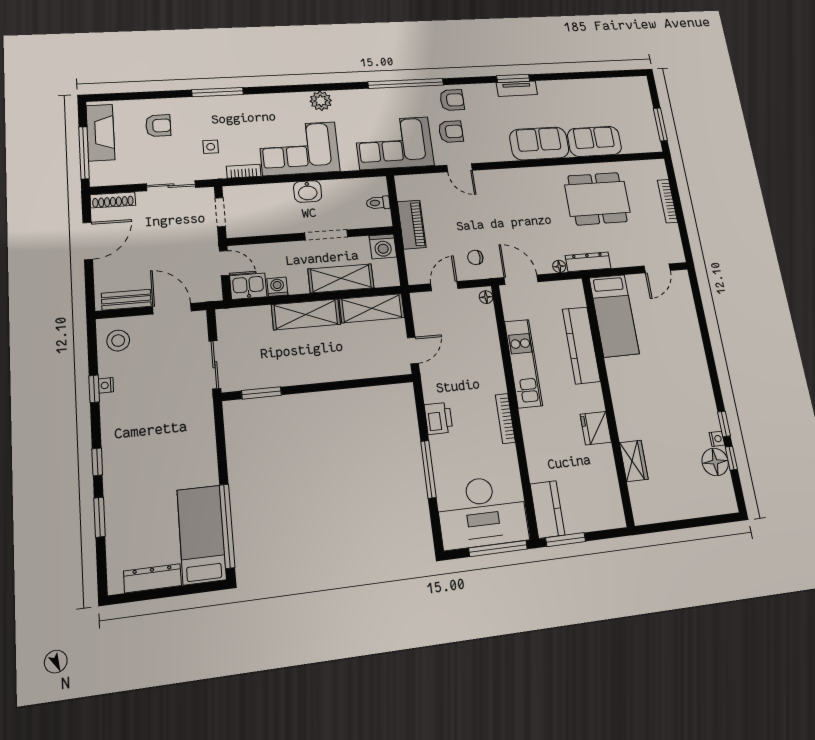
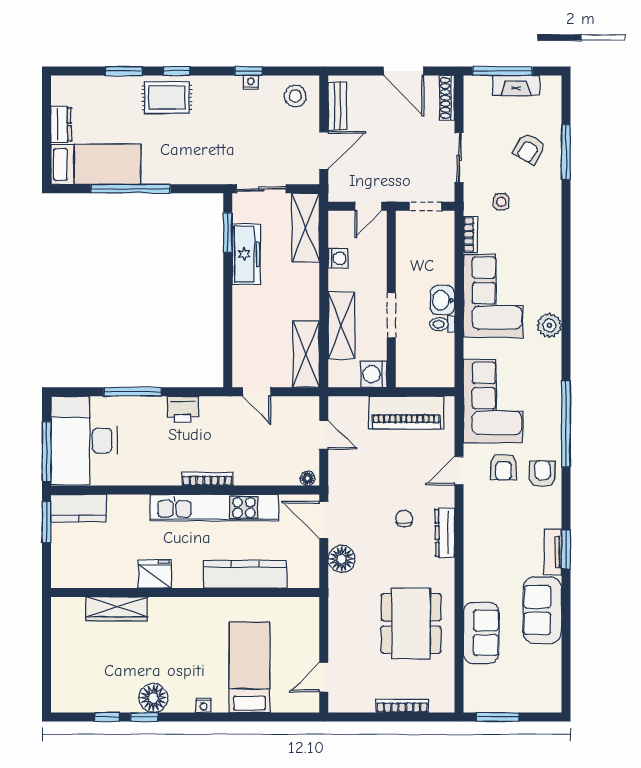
window: (218, 92) -> (566, 152), moved
armchair: (452, 100) -> (542, 474), turned 180
armchair: (158, 126) -> (529, 149), turned 31
fireplace: (100, 133) -> (516, 85), width x0.73, depth x0.76
sofa: (539, 144) -> (542, 610), moved, turned 180
toilet: (378, 203) -> (442, 324), moved, turned -90
piano: (412, 225) -> (406, 413), width x1.37, depth x1.33
chair: (475, 257) -> (404, 519), moved
dresser: (588, 262) -> (445, 533), moved, turned 180
floor lamp: (559, 266) -> (342, 559), width x1.89, depth x1.89
door: (657, 268) -> (324, 677), hinge flipped
door: (521, 280) -> (324, 520), swing flipped
kitchen sink: (248, 286) -> (341, 229), removed
shelving: (306, 314) -> (306, 228), moved
bed: (614, 316) -> (250, 667), moved, turned 90
kitchen unit: (523, 363) -> (214, 508), width x1.36
freezer: (281, 373) -> (246, 254), added
bookcase: (505, 418) -> (207, 479), moved
nightstand: (717, 439) -> (204, 705), moved
wardrobe: (634, 461) -> (117, 609), width x1.50
floor lamp: (715, 462) -> (153, 698), moved
rug: (126, 468) -> (167, 98), added
window: (227, 526) -> (131, 189), moved
dresser: (152, 578) -> (61, 124), width x0.70

